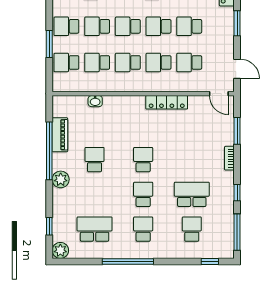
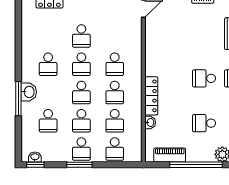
window: (49, 44) -> (79, 165), moved
school desk: (189, 62) -> (115, 36), removed
locker: (167, 102) -> (151, 96), moved
piano: (60, 135) -> (170, 155), moved

